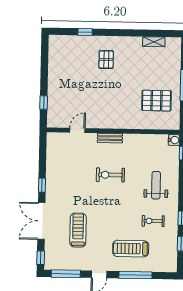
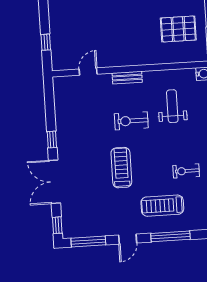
weight bench: (156, 185) -> (172, 106), moved
treadmill: (78, 230) -> (121, 168), moved

